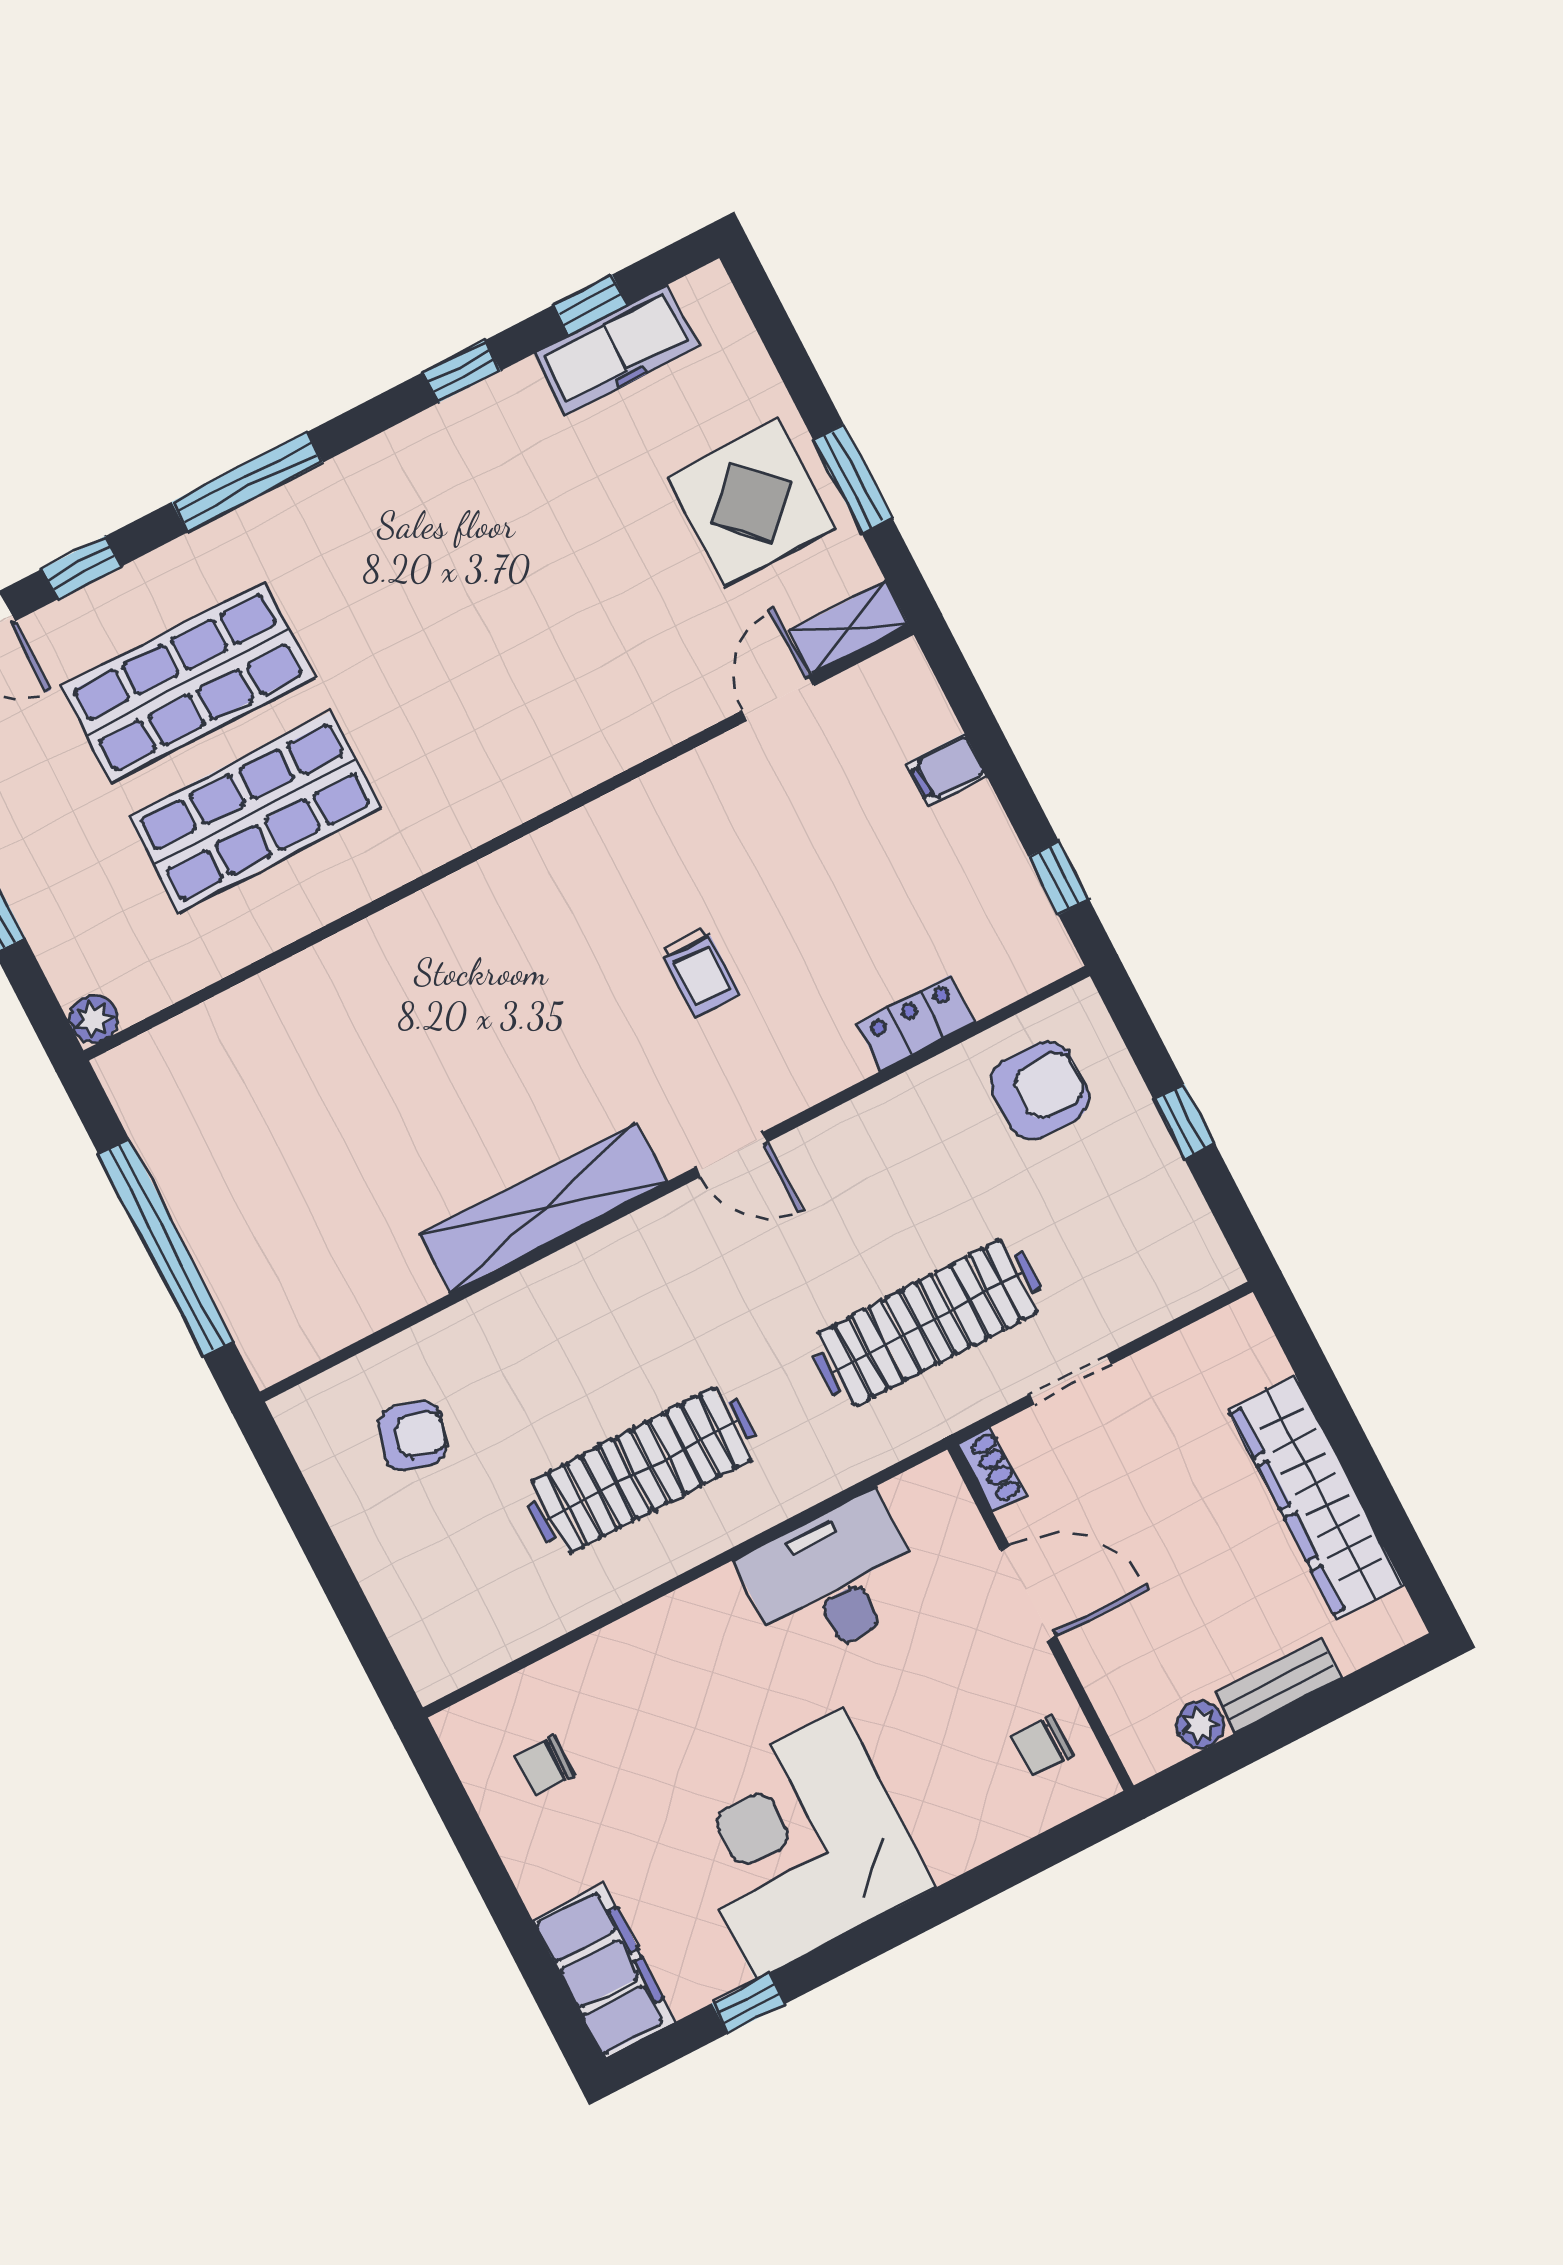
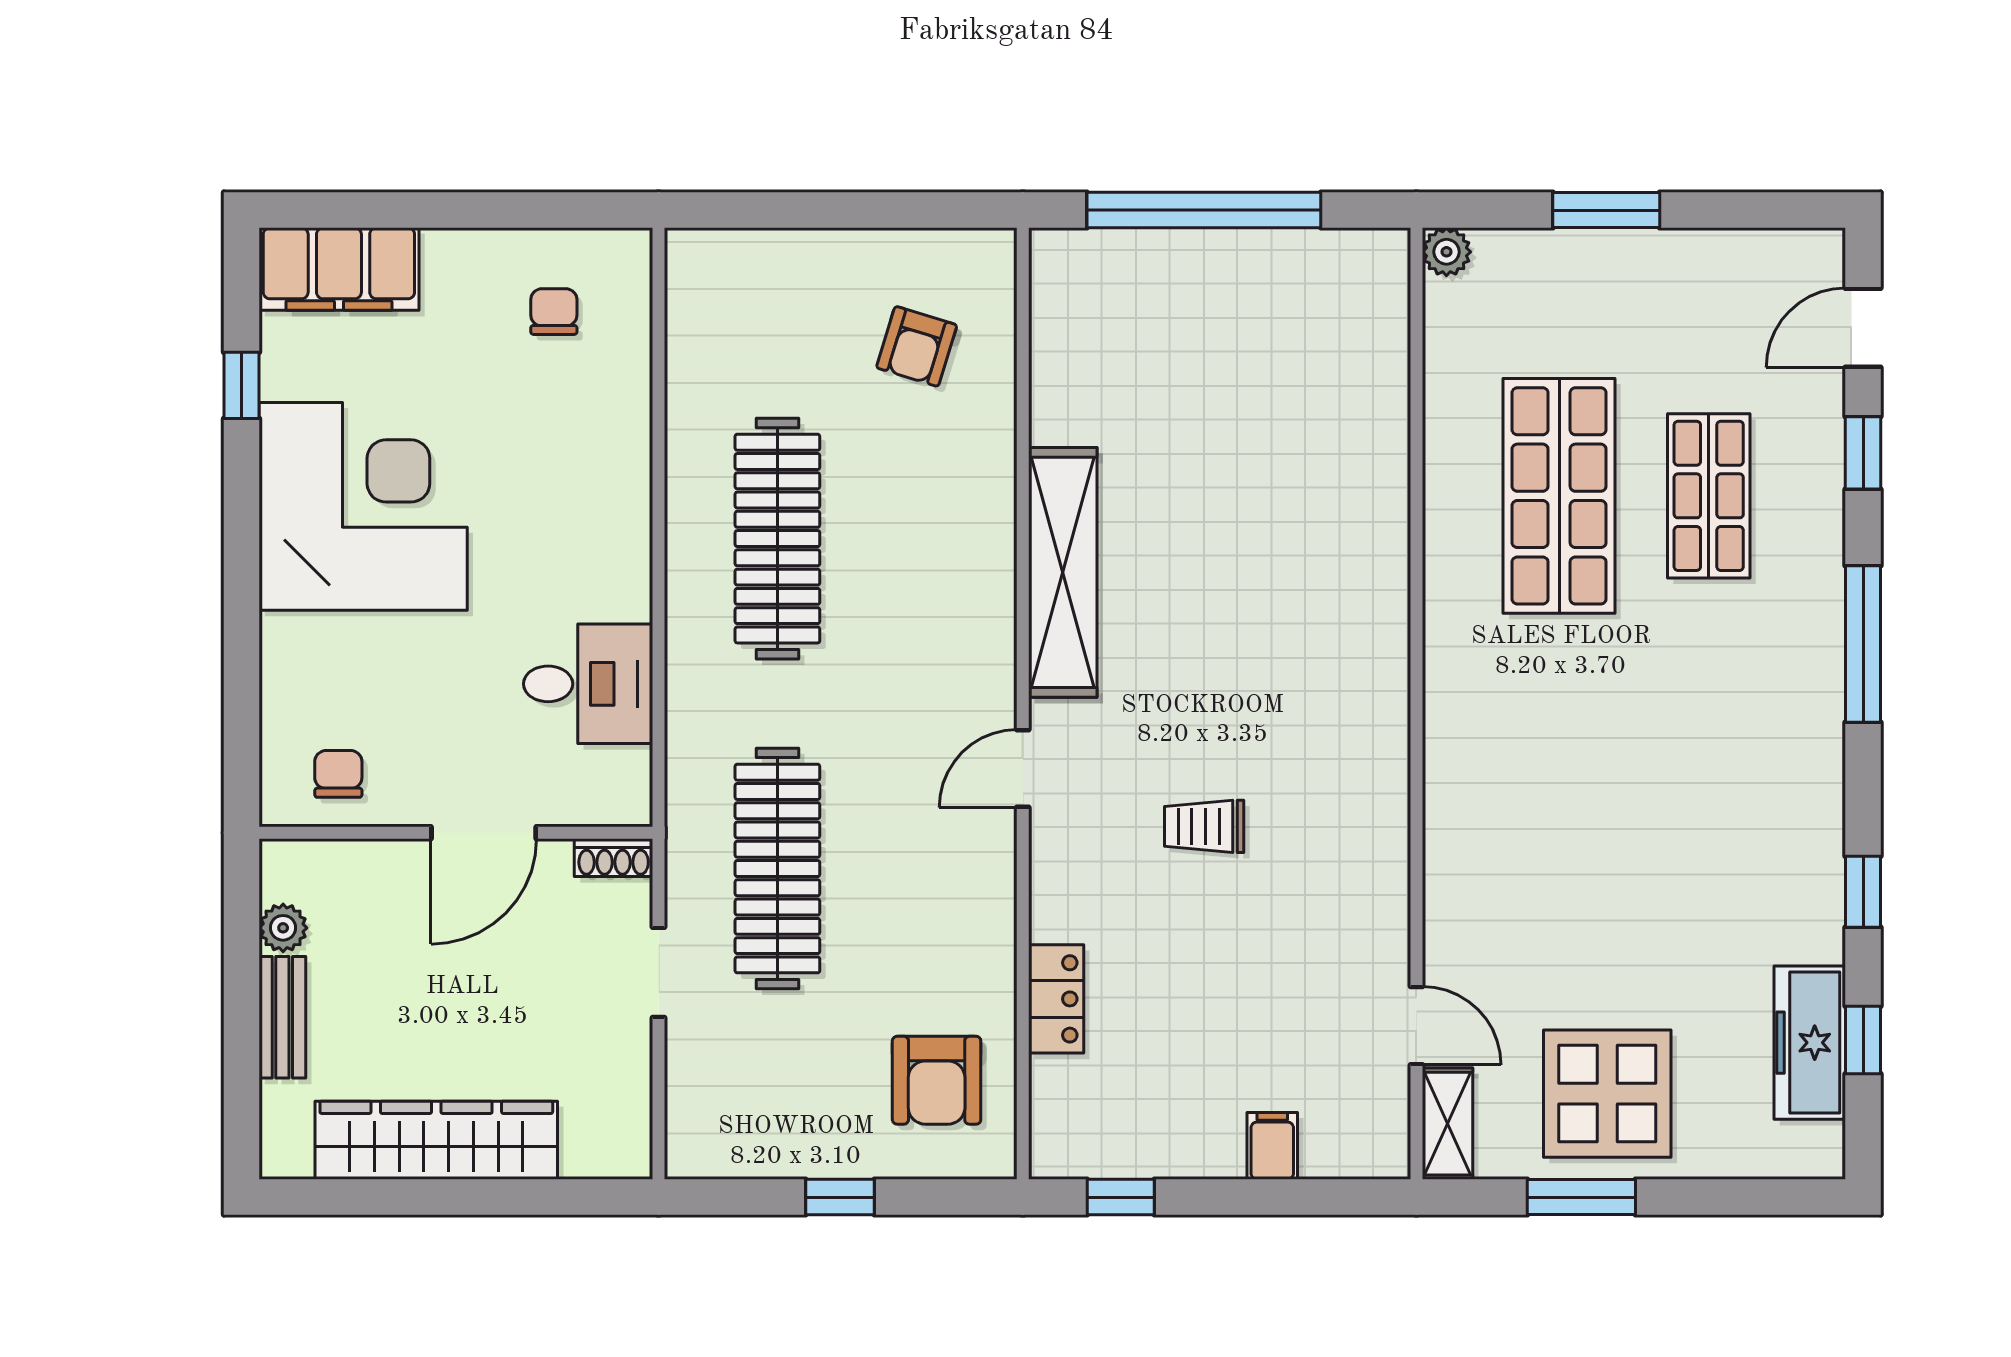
shop shelf: (188, 682) -> (1709, 496), width x0.70, depth x0.74
desk: (833, 1579) -> (588, 684), width x0.73

